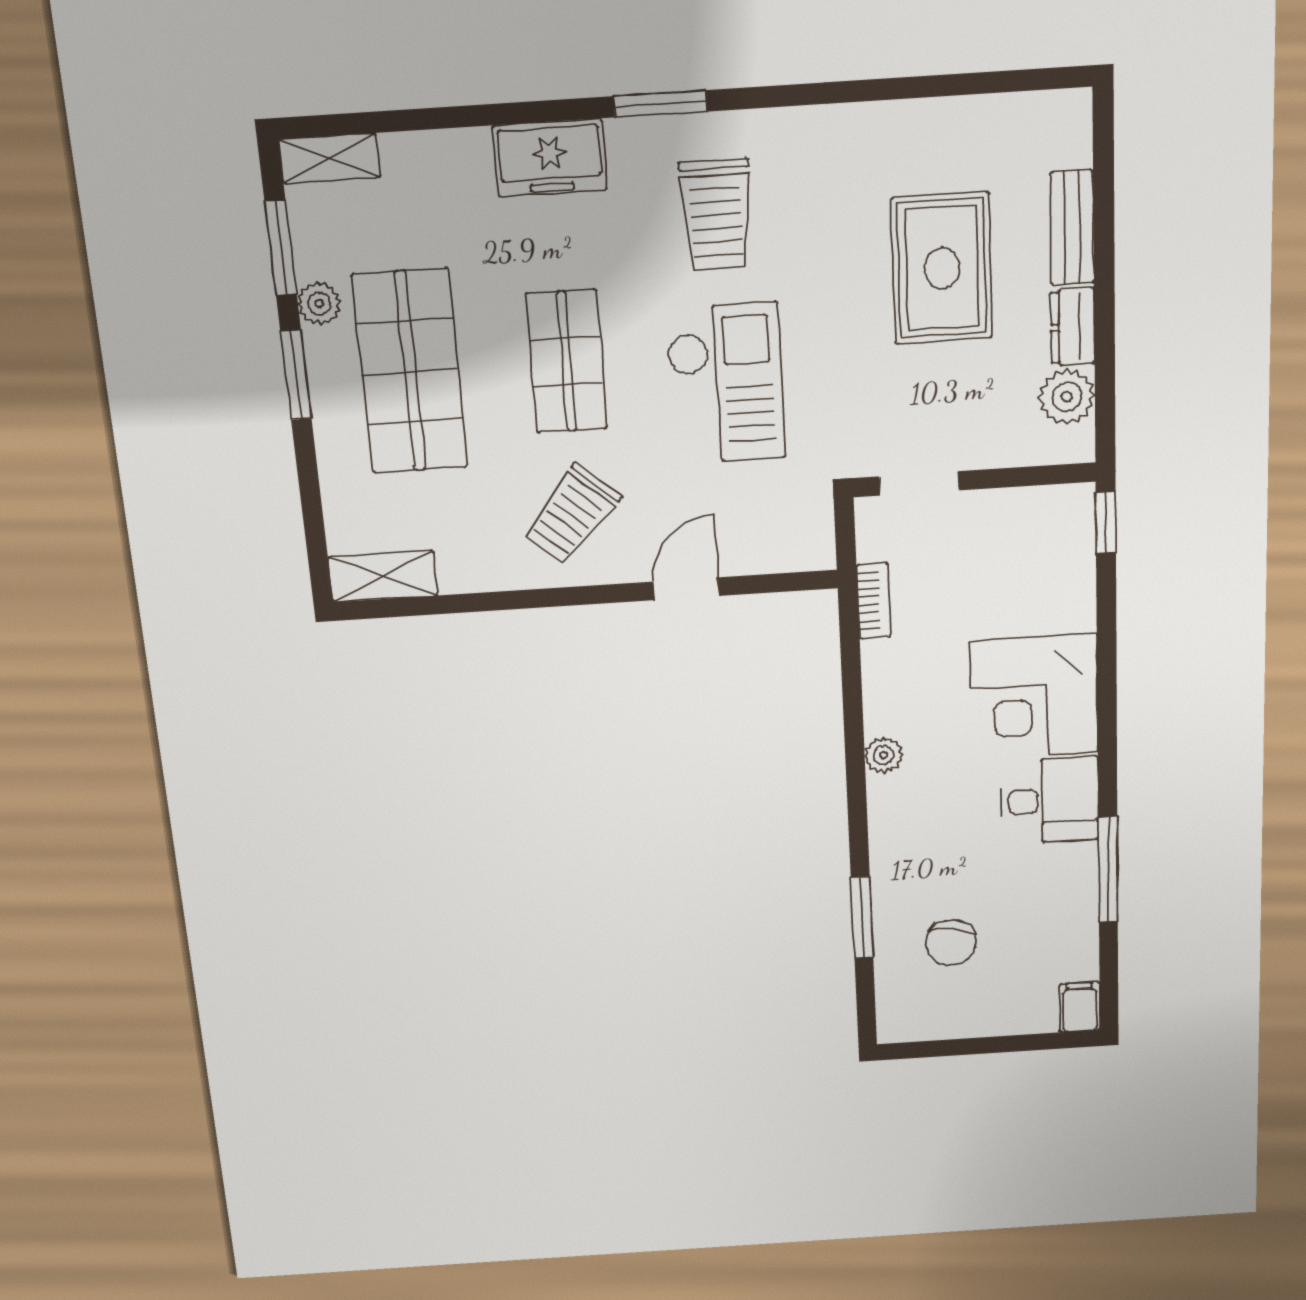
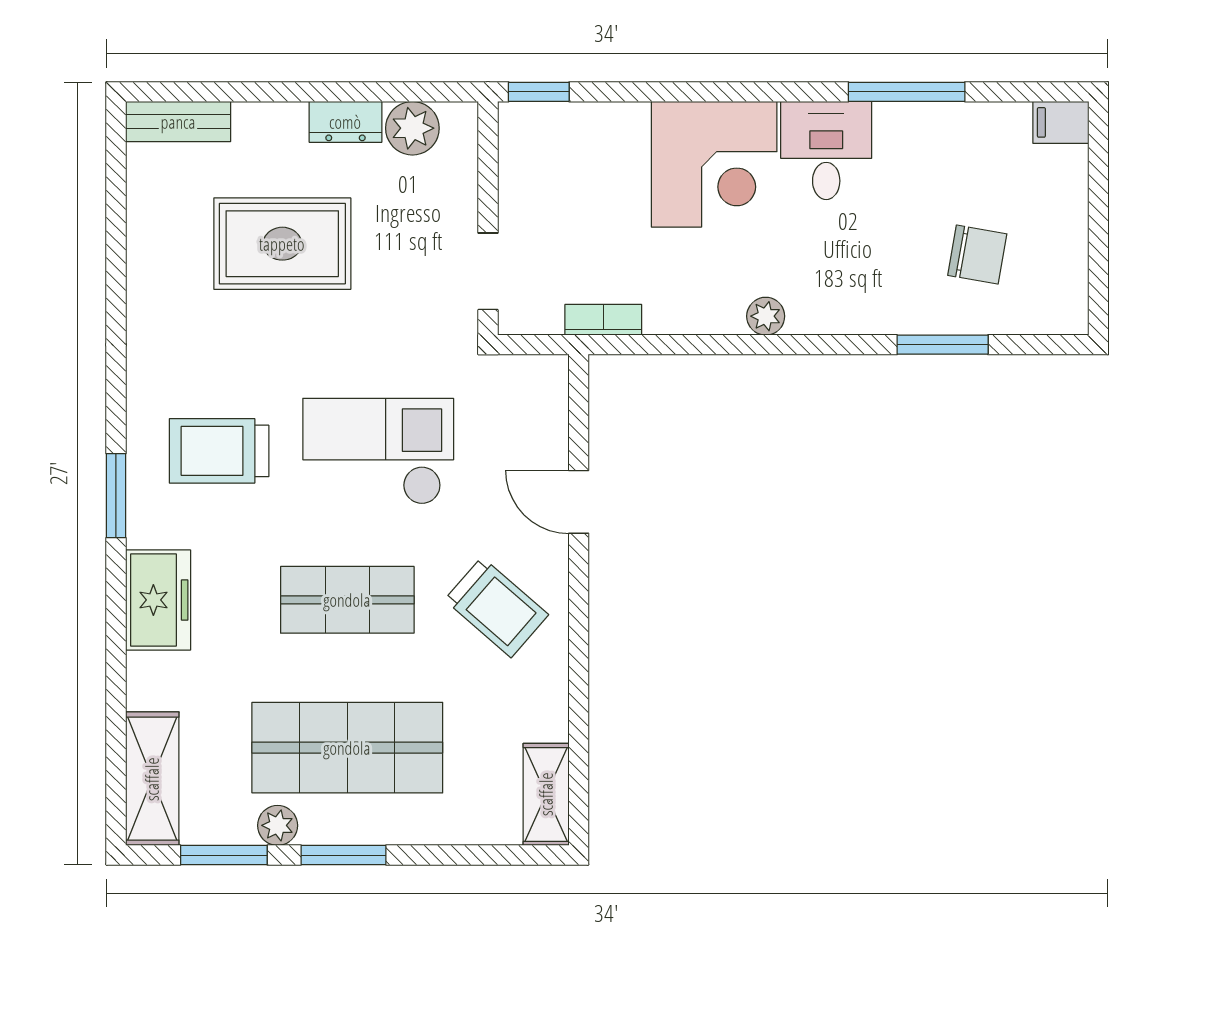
shelving: (329, 158) -> (152, 779), width x1.50, depth x1.33
trolley: (716, 214) -> (219, 451), turned 180
bench: (1072, 228) -> (178, 122), moved

